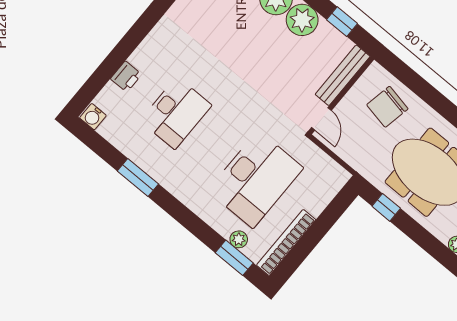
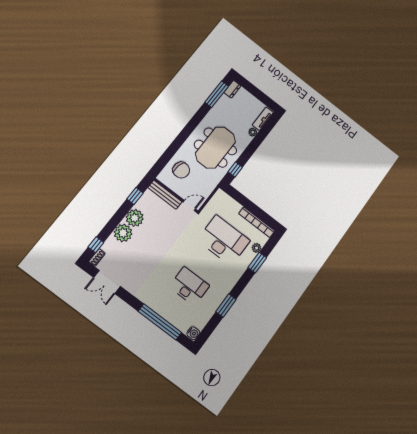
window: (116, 58) -> (160, 322), added
printer: (126, 77) -> (170, 316), removed
window: (234, 258) -> (257, 263), moved

